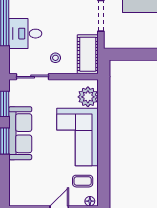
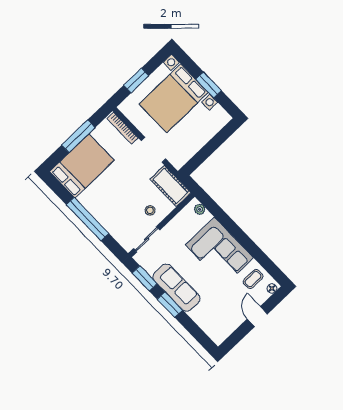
desk: (25, 34) -> (112, 214), removed
plant: (88, 97) -> (200, 209), width x0.53, depth x0.53

